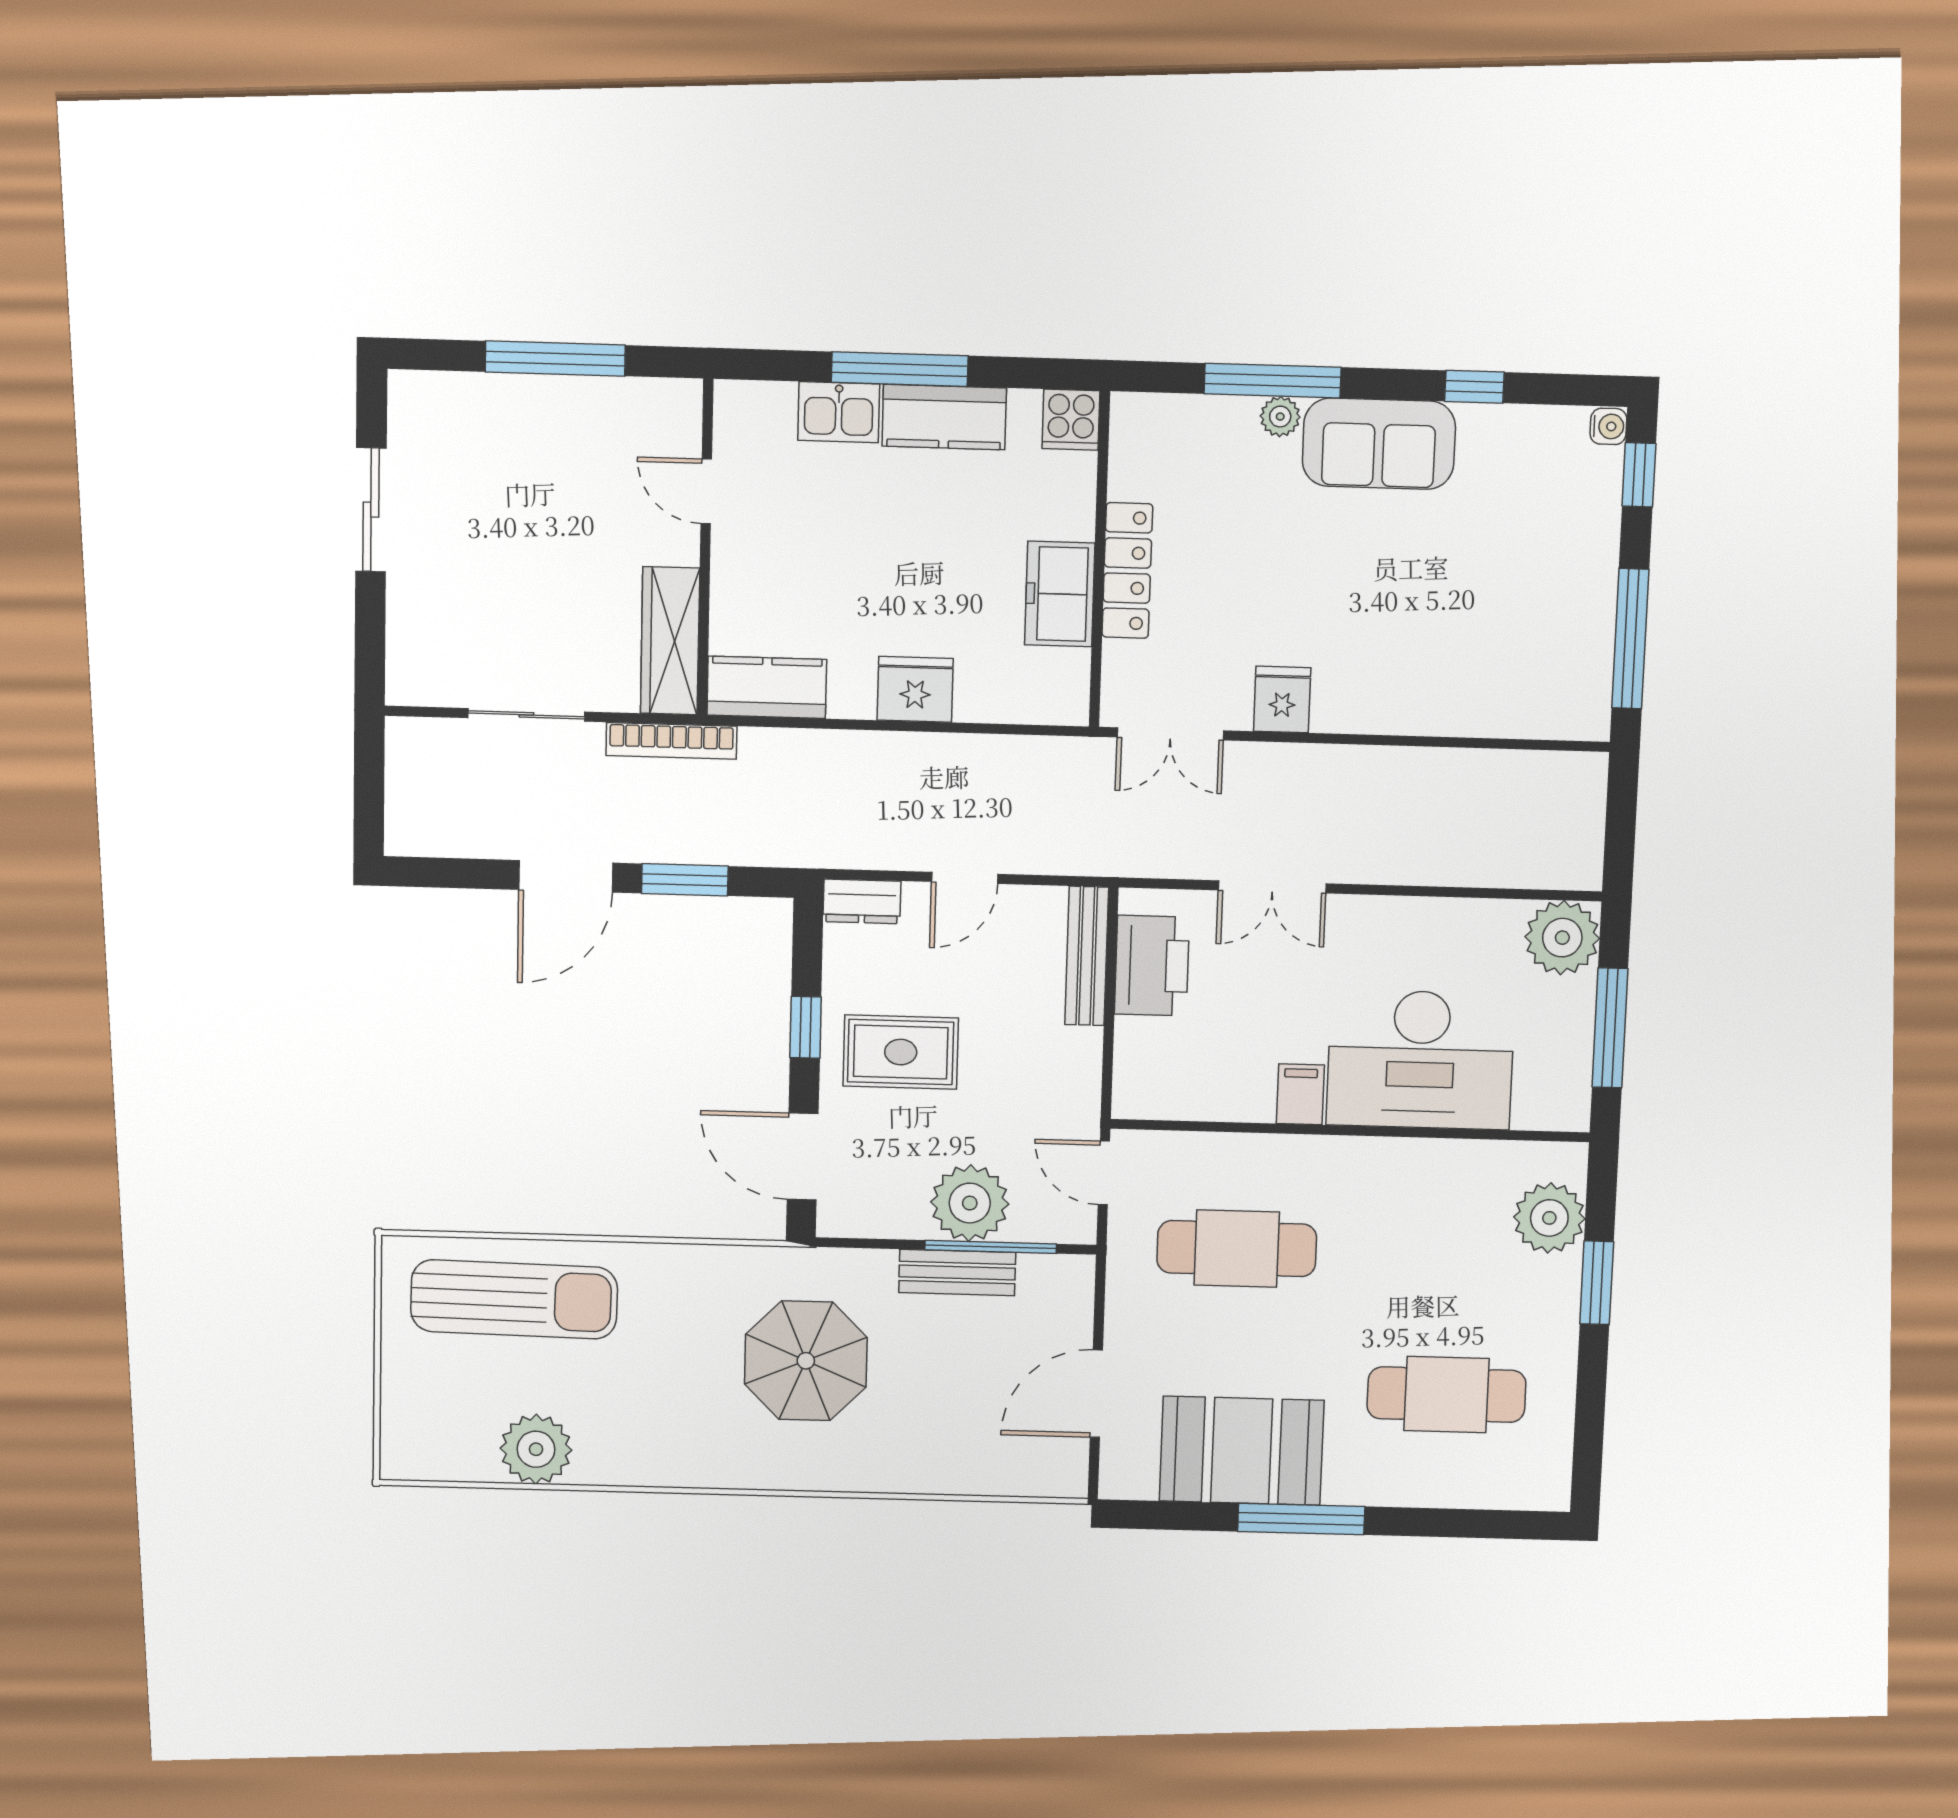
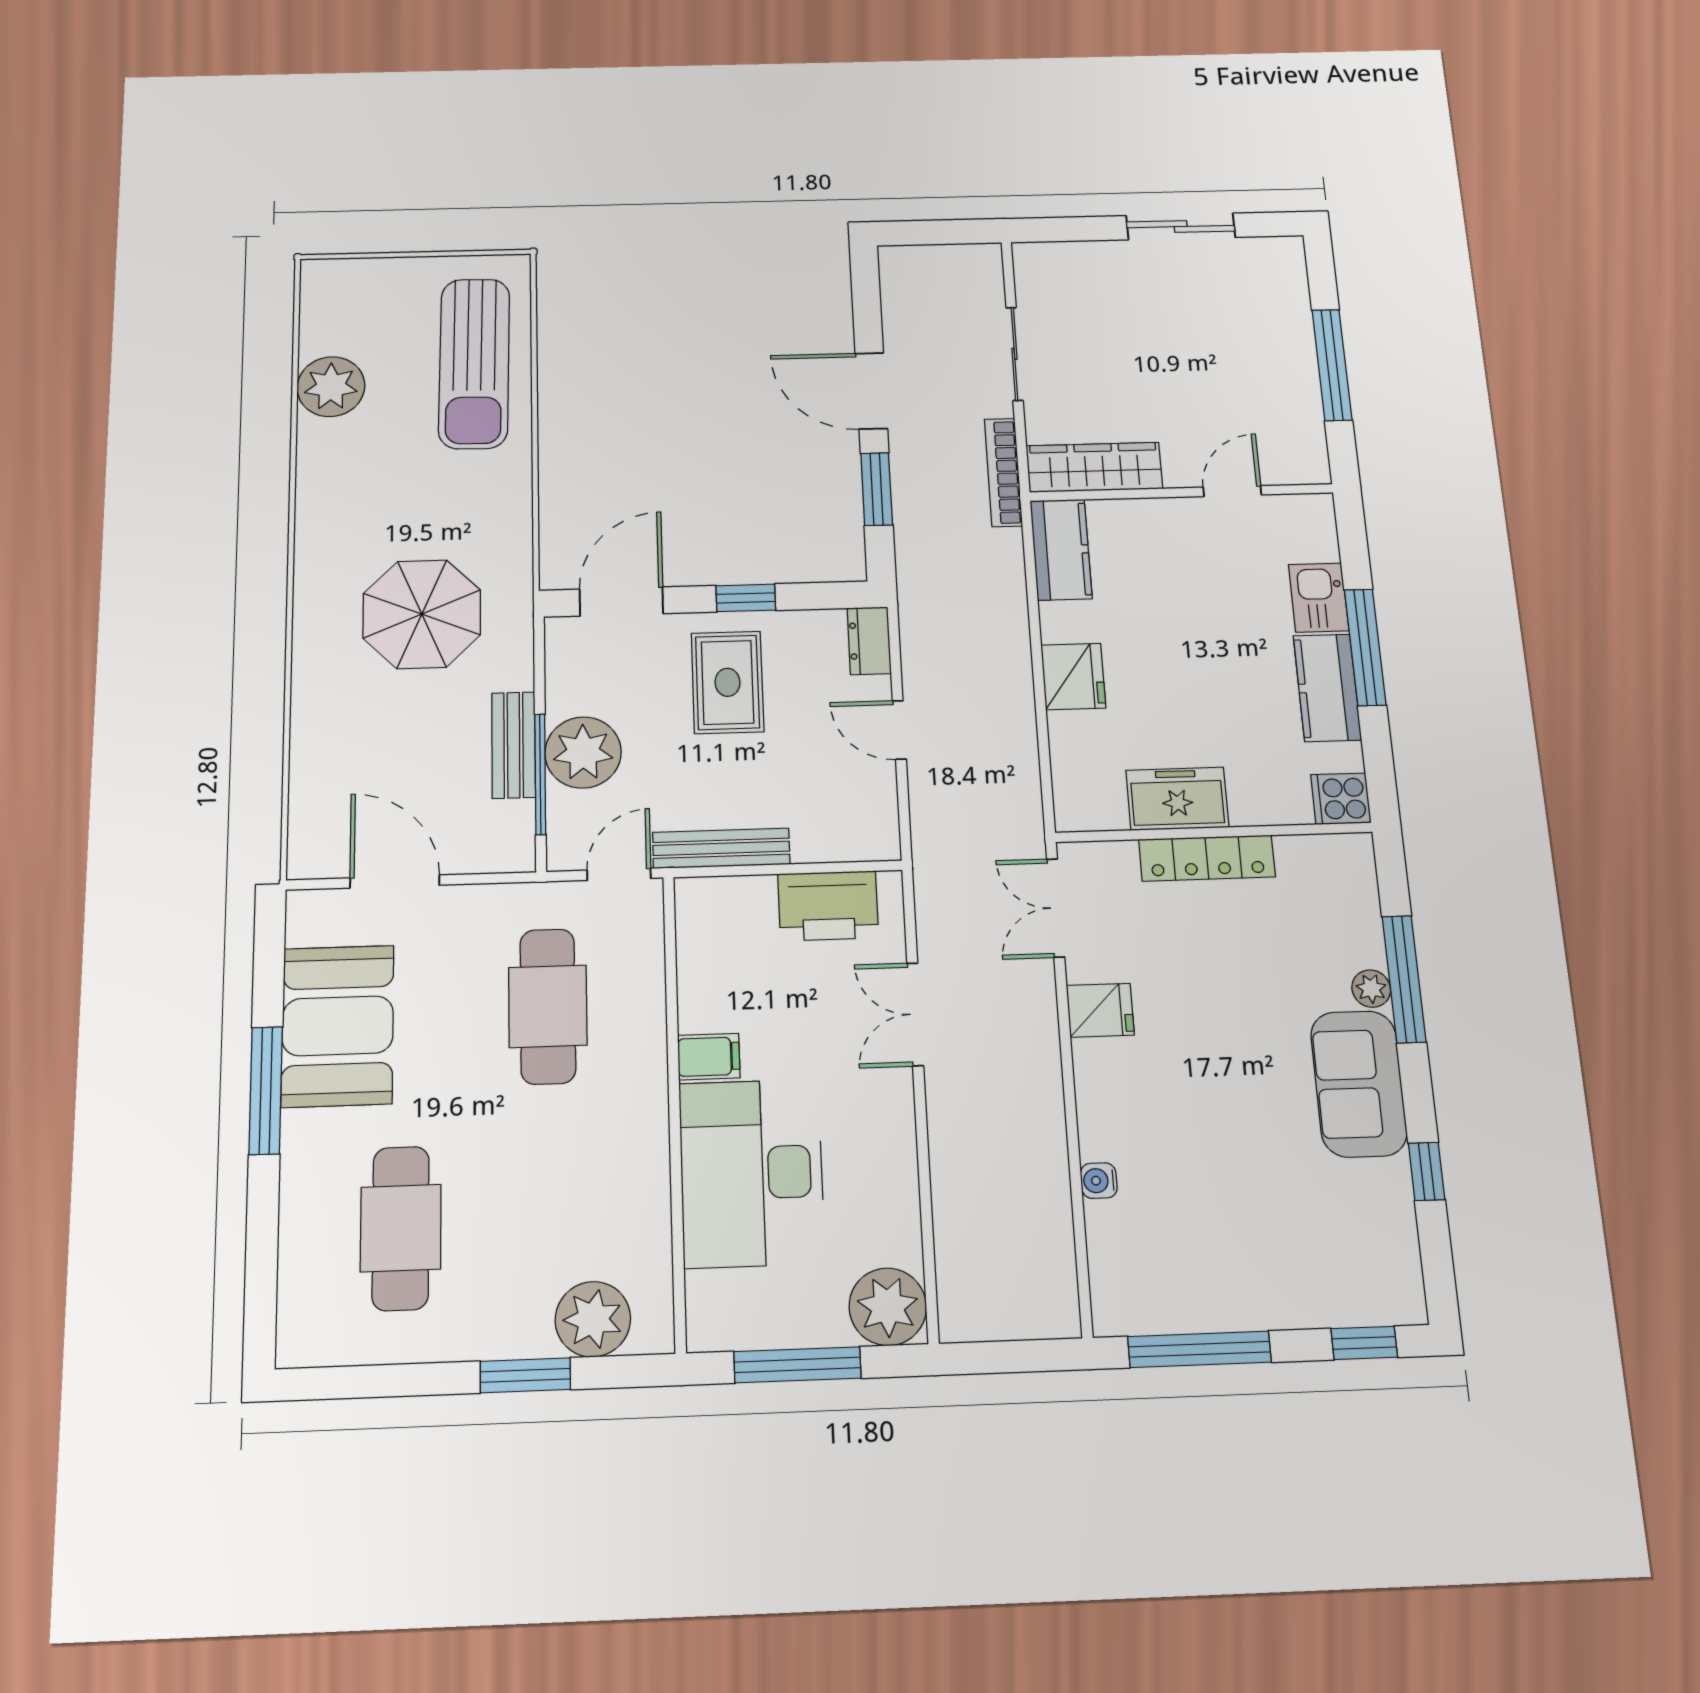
water cooler: (1608, 426) -> (1099, 1181), moved, turned 90
bench: (1087, 956) -> (721, 848), moved

